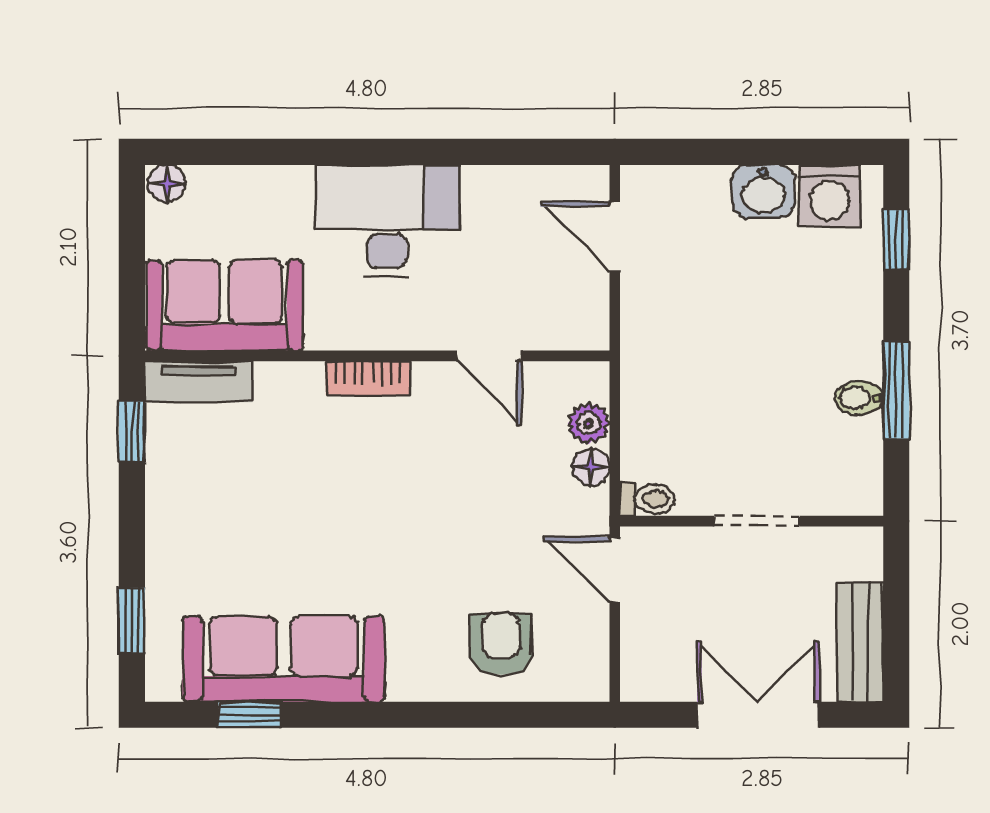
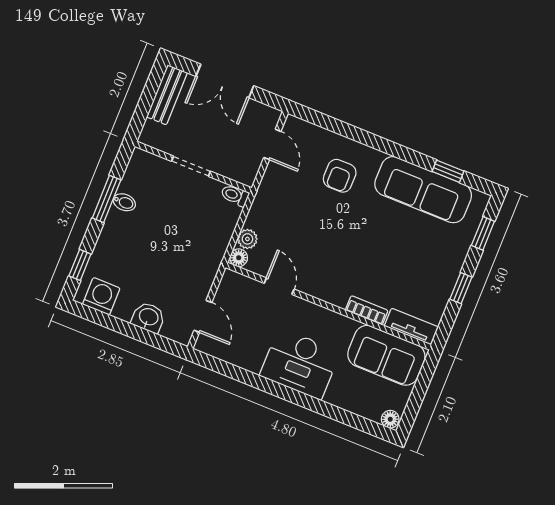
washbasin: (763, 191) -> (148, 317), moved
bookcase: (368, 378) -> (367, 310), moved
window: (132, 431) -> (461, 288), moved
floor lamp: (591, 467) -> (239, 258), moved
door: (615, 569) -> (272, 144), moved
armchair: (501, 644) -> (340, 176), moved

